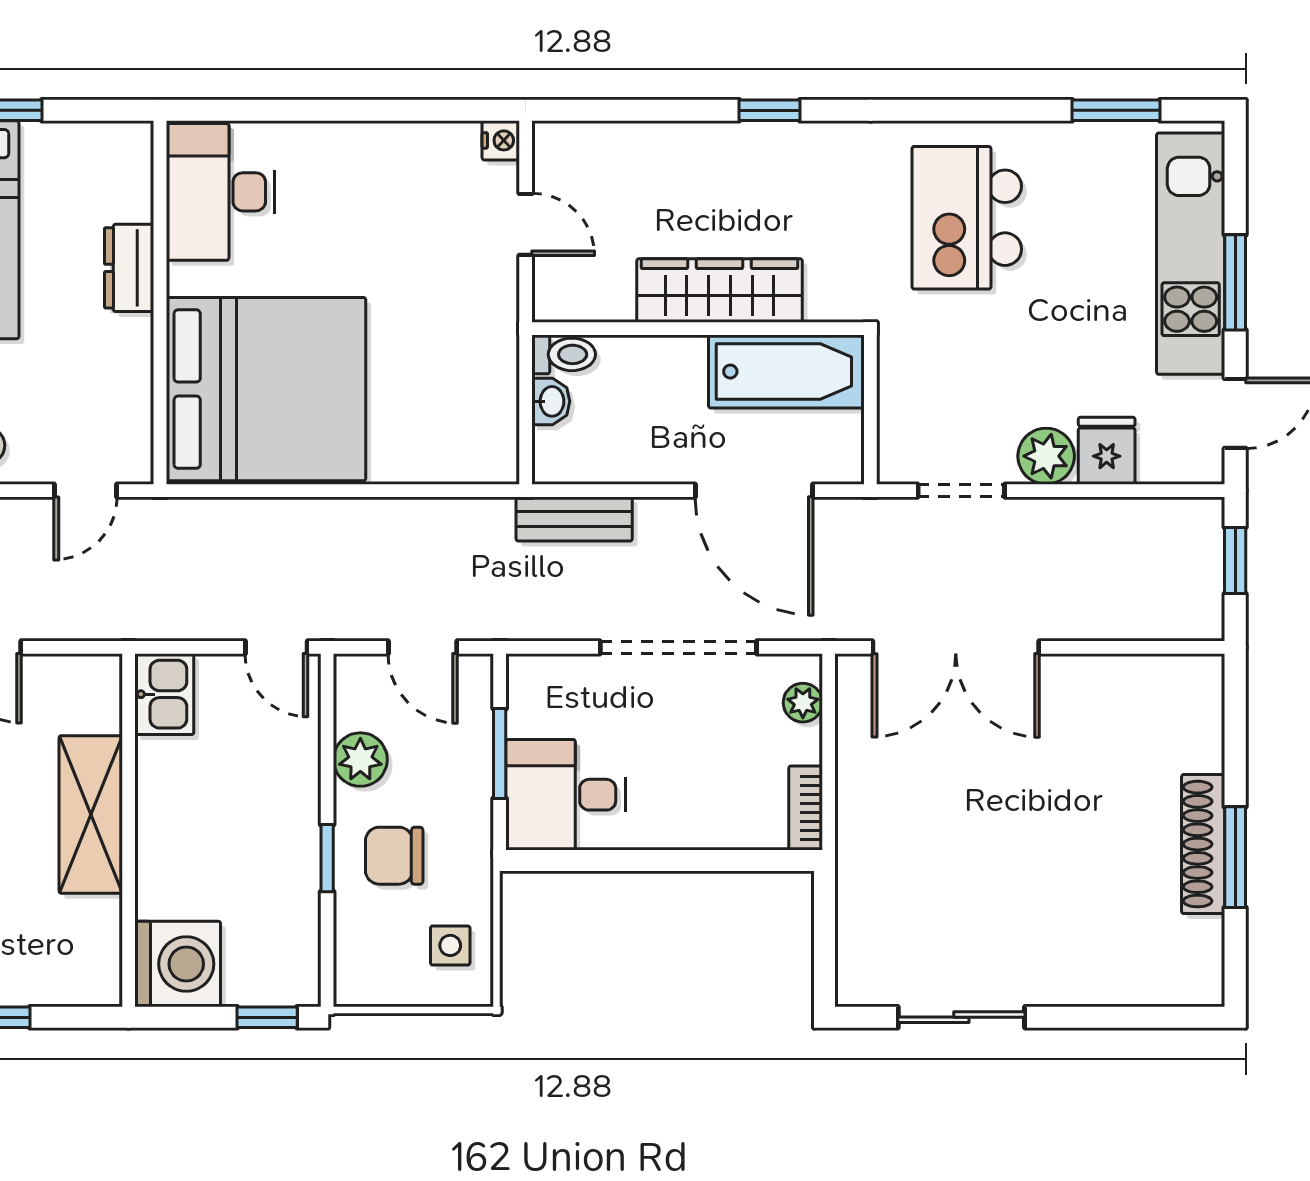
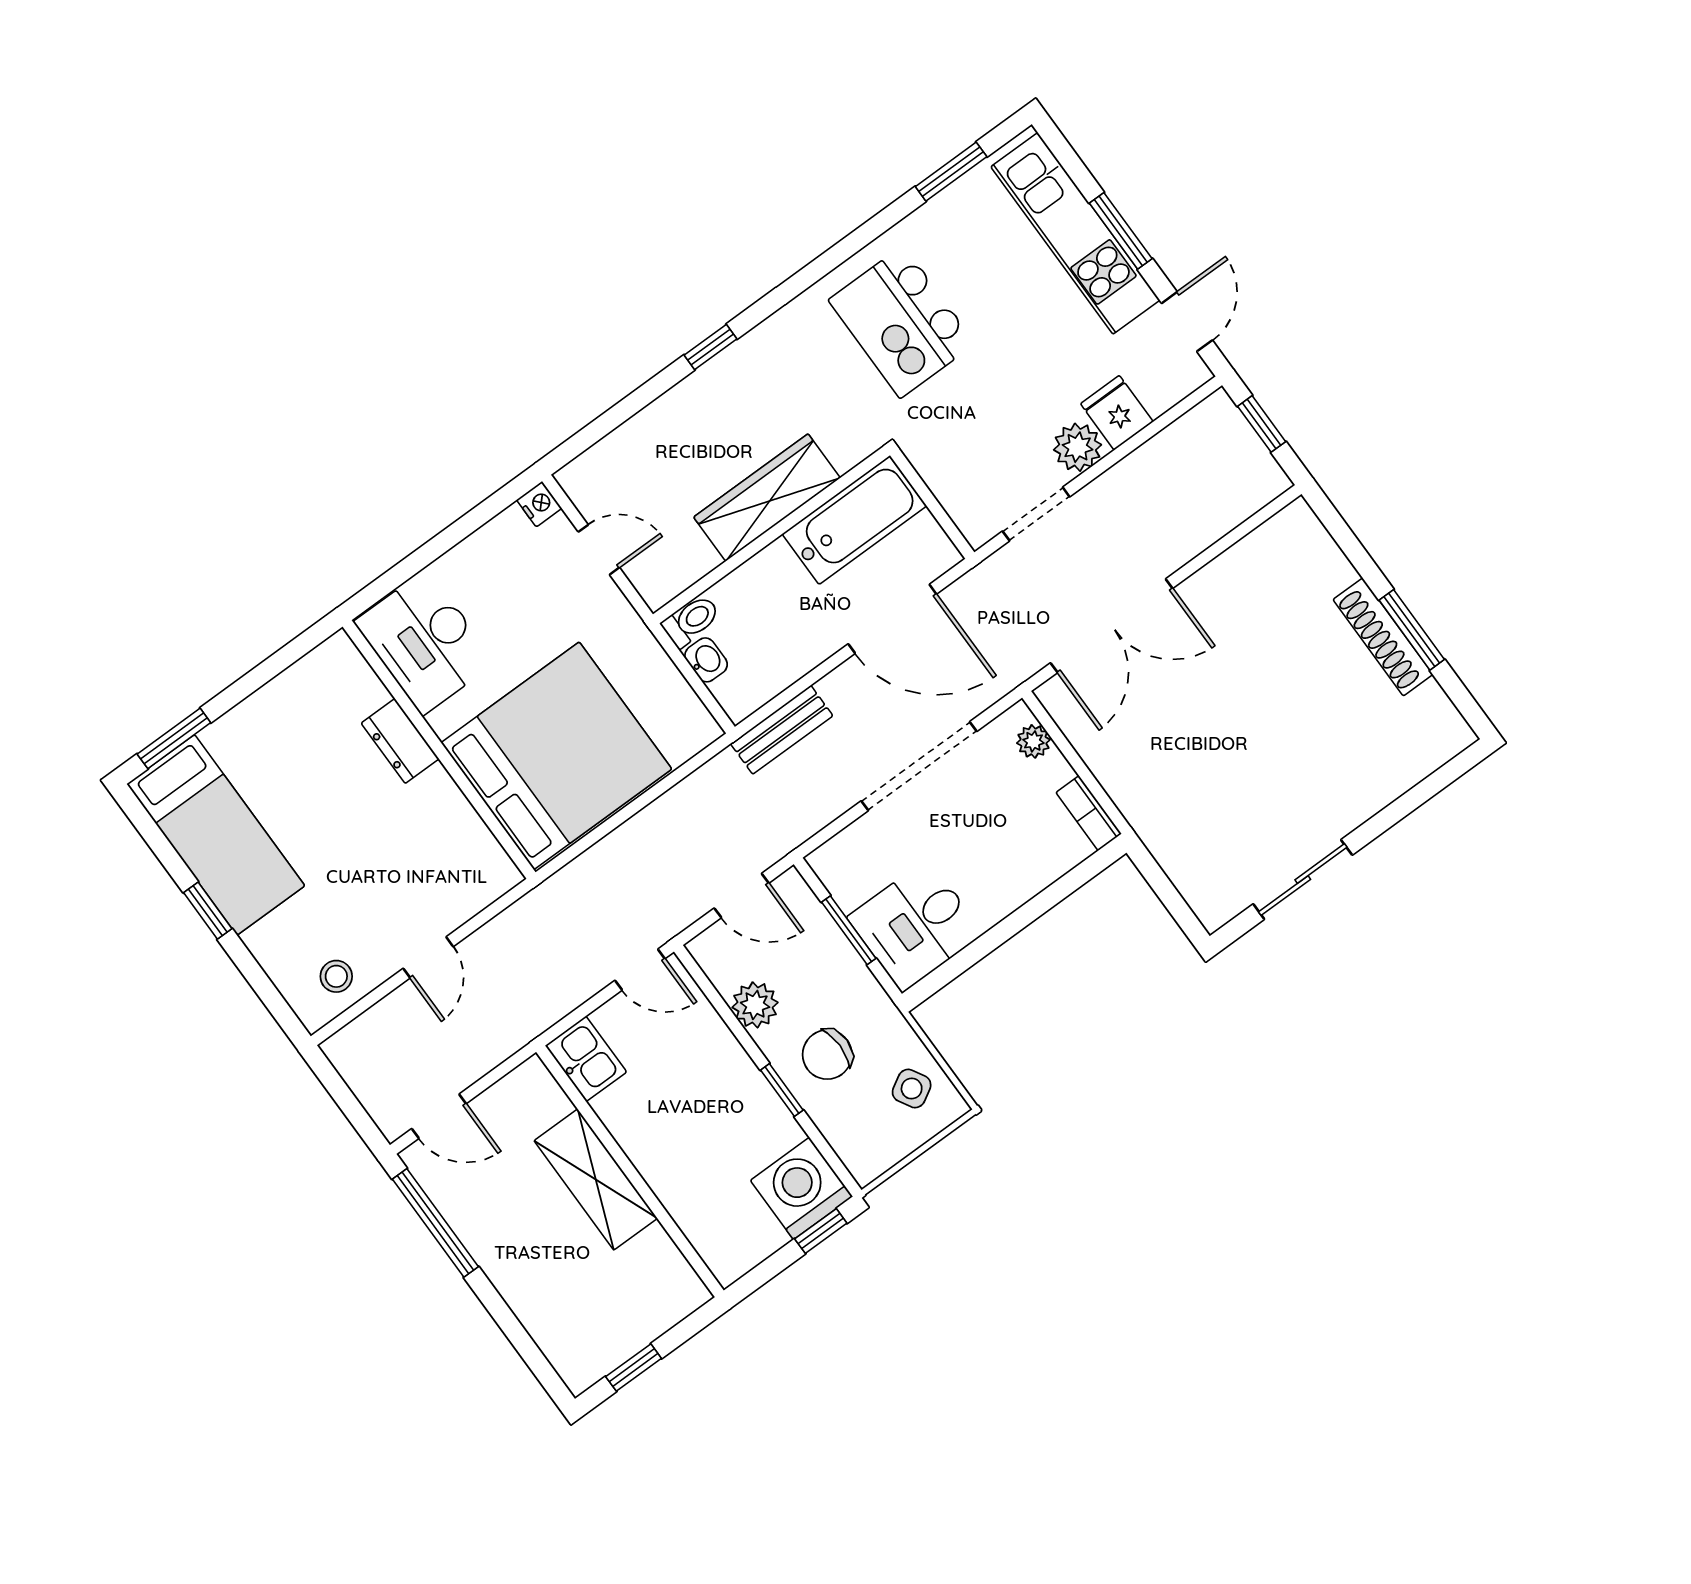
desk: (220, 192) -> (425, 642), moved
dresser: (129, 268) -> (400, 741), moved
wall: (160, 303) -> (439, 749), moved
bed: (266, 389) -> (556, 756), moved
side table: (450, 945) -> (912, 1089), turned -30
washing machine: (178, 964) -> (801, 1188), moved, turned -90

